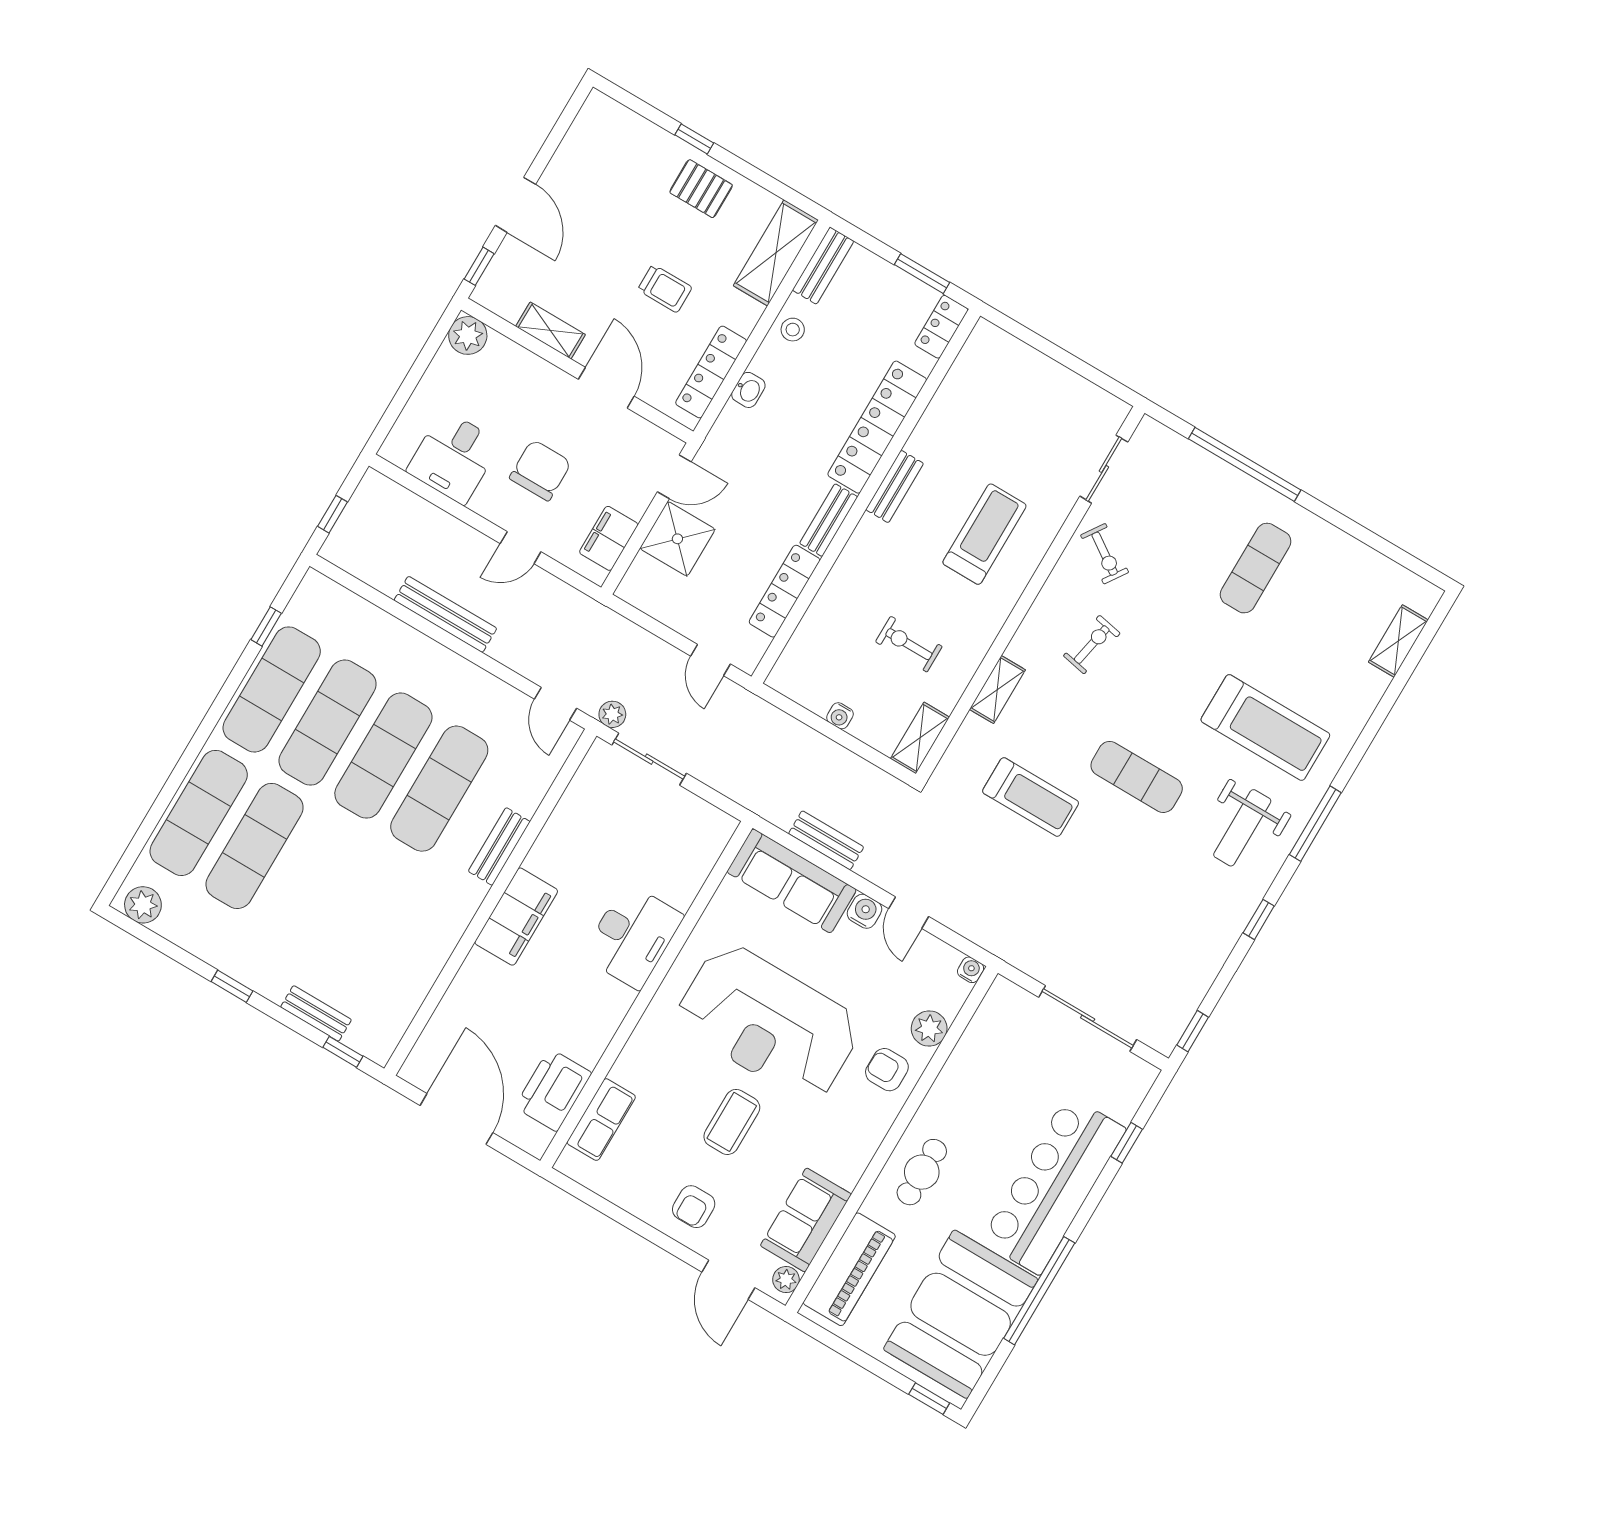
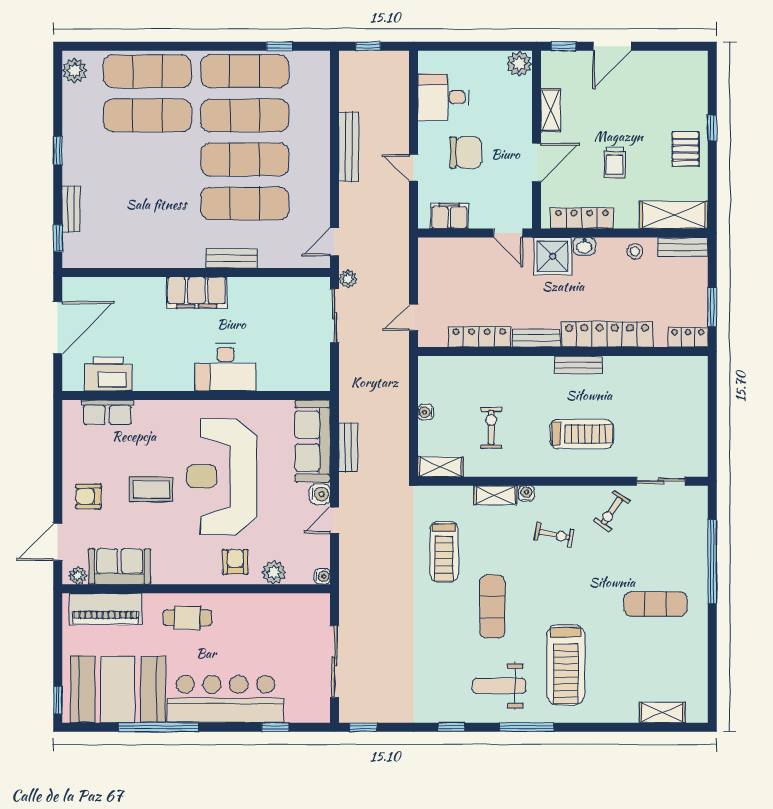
shower: (677, 539) -> (553, 256), moved
water cooler: (1018, 649) -> (526, 493), added

